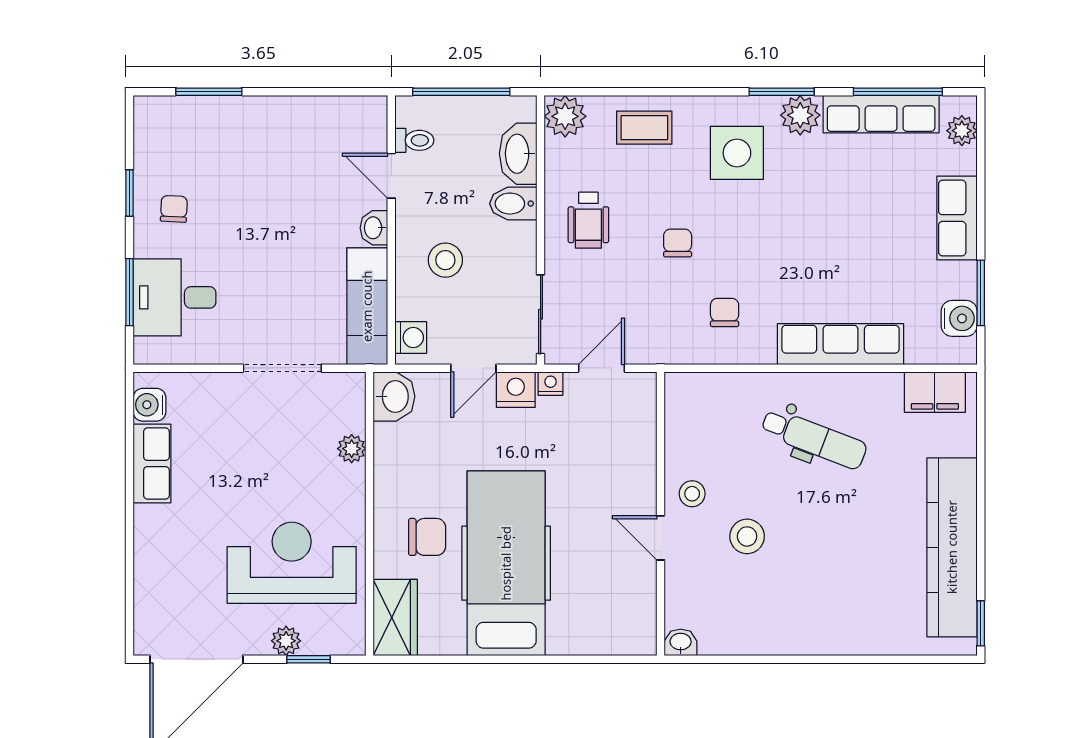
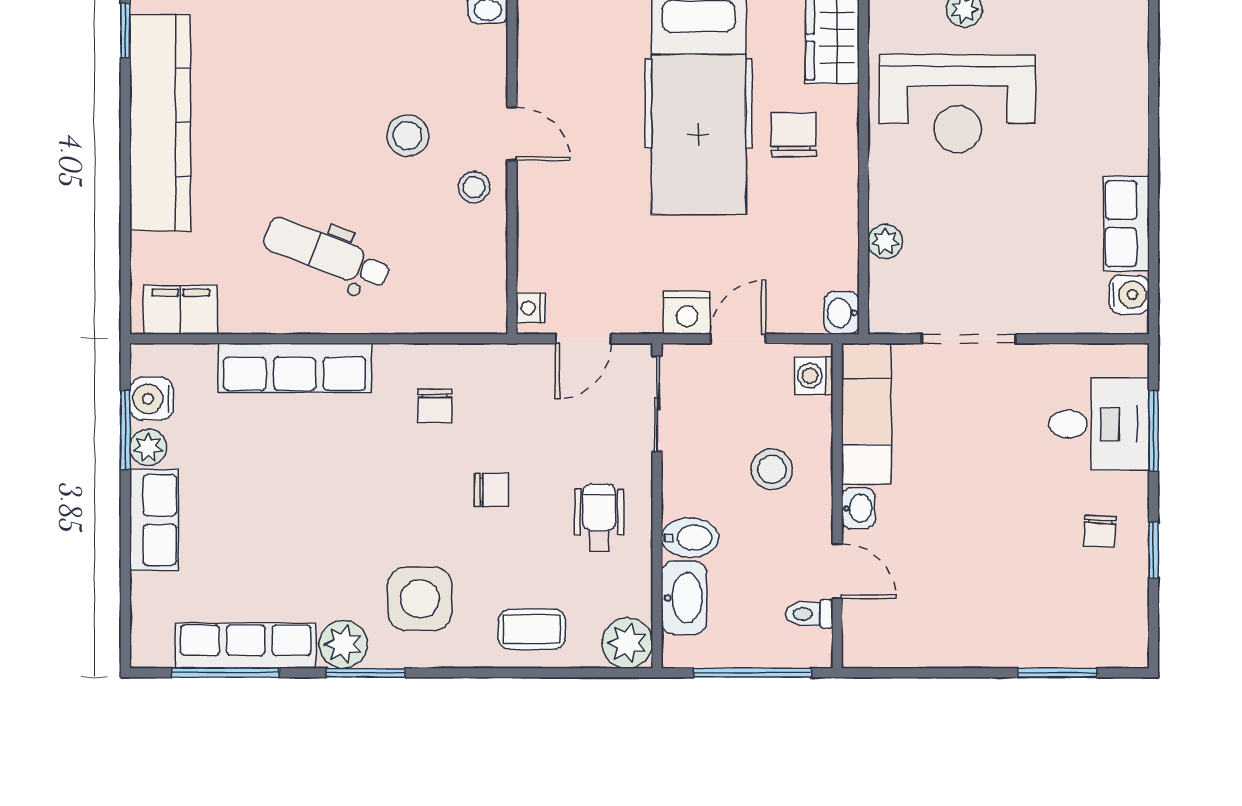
plant: (962, 131) -> (148, 447), moved
chair: (678, 243) -> (491, 490), turned -90
nightstand: (551, 384) -> (531, 308), moved, turned 90
washbasin: (394, 396) -> (842, 313), width x0.72, depth x0.69
chair: (427, 537) -> (794, 135), turned 90

